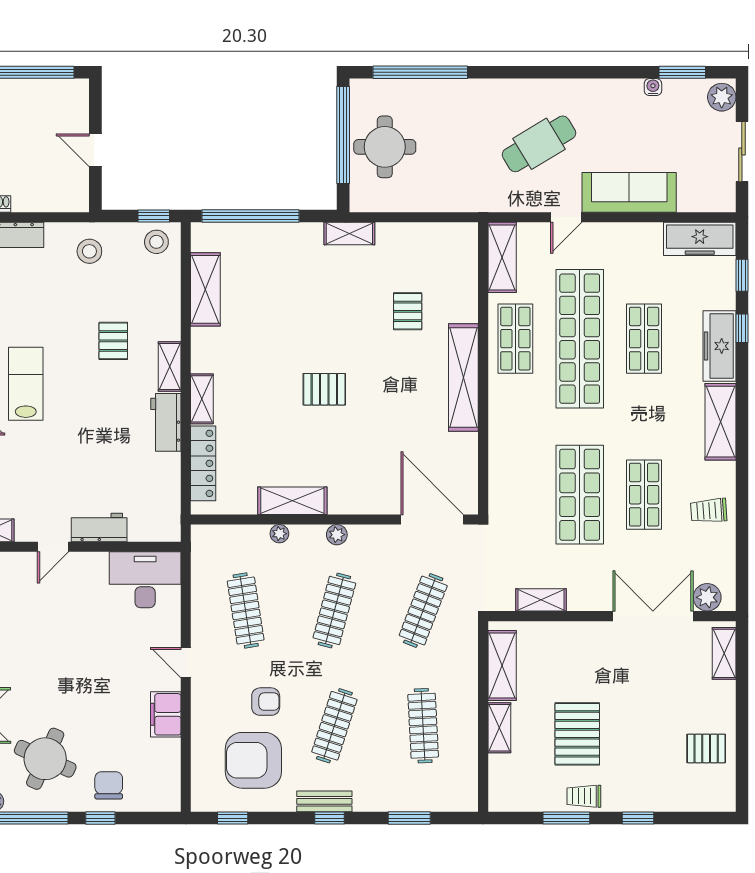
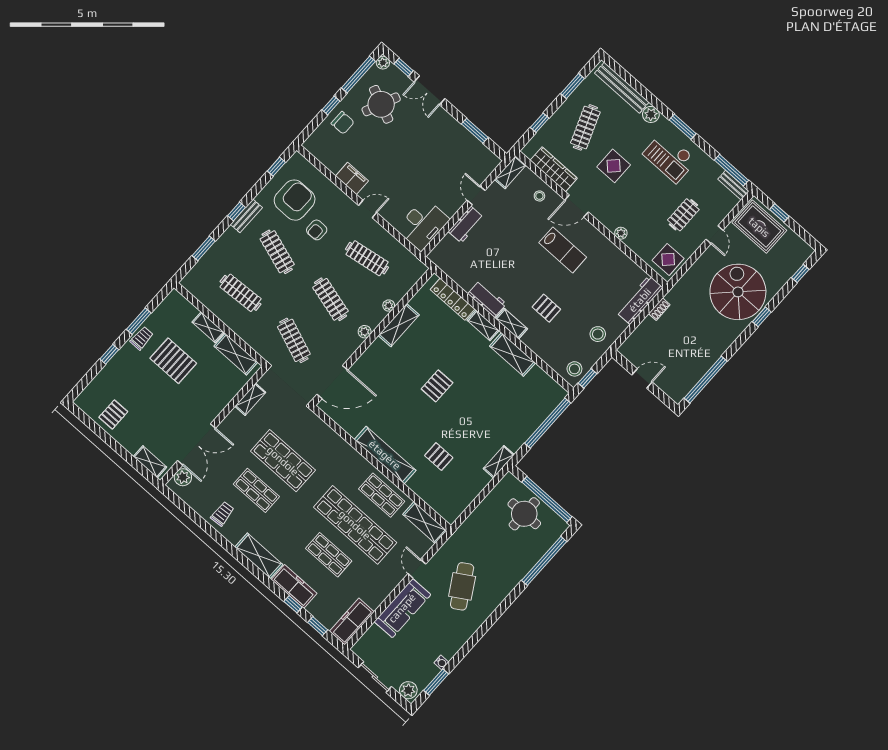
shelving: (205, 289) -> (513, 354), moved

